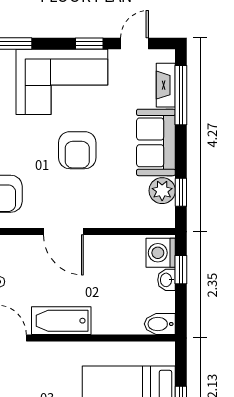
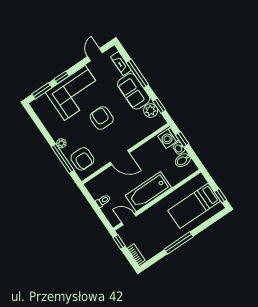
window: (89, 44) -> (62, 77), moved
window: (181, 95) -> (137, 74), moved
armchair: (77, 150) -> (102, 118), turned 180
bathtub: (61, 321) -> (148, 192), width x1.36, depth x1.36
bidet: (160, 324) -> (183, 160), moved

